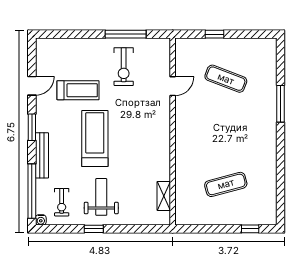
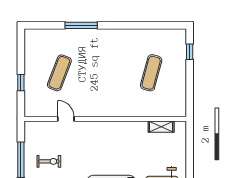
exercise bike: (124, 67) -> (49, 161), width x0.73, depth x0.72
exercise mat: (226, 184) -> (151, 73), turned 30

